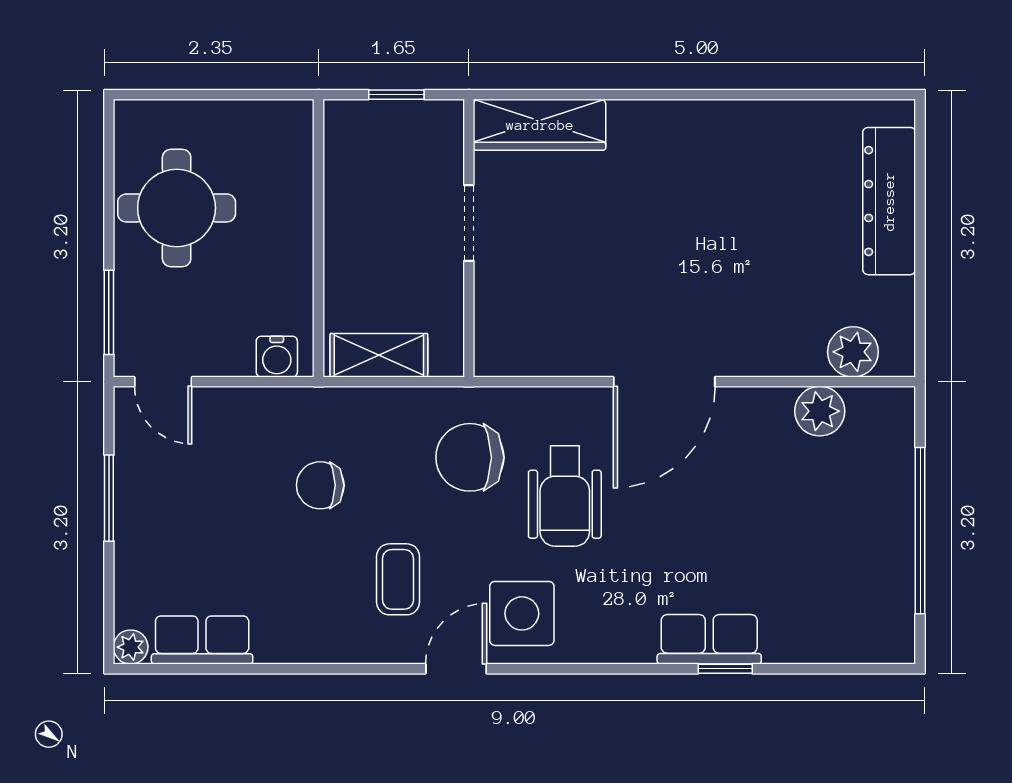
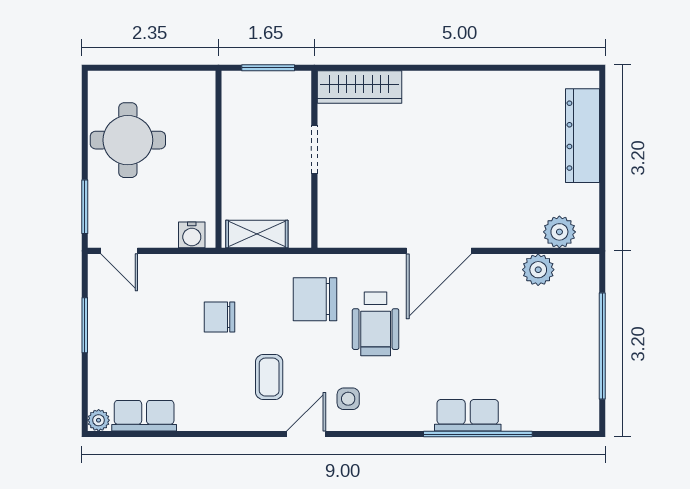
window: (396, 95) -> (268, 68), width x1.50
side table: (522, 613) -> (348, 399), width x0.54, depth x0.54
window: (725, 669) -> (478, 434), width x3.17

